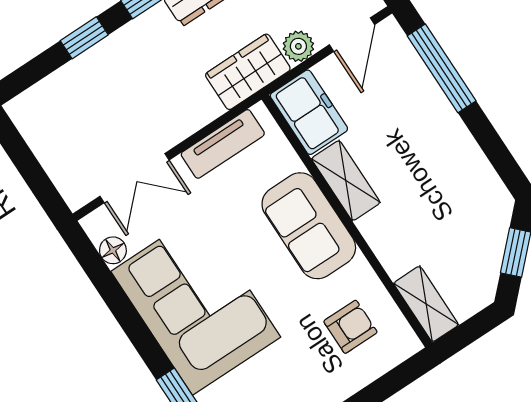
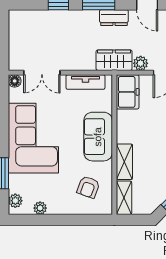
shelving: (346, 181) -> (124, 162), moved
floor lamp: (113, 250) -> (15, 81), moved
armchair: (350, 327) -> (88, 187), turned 110

